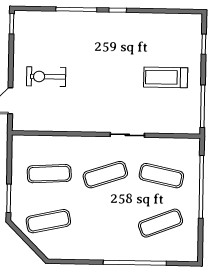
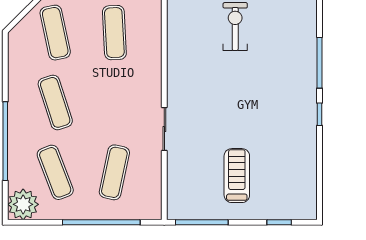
exercise mat: (105, 175) -> (55, 102), moved
plant: (186, 249) -> (23, 204), added

